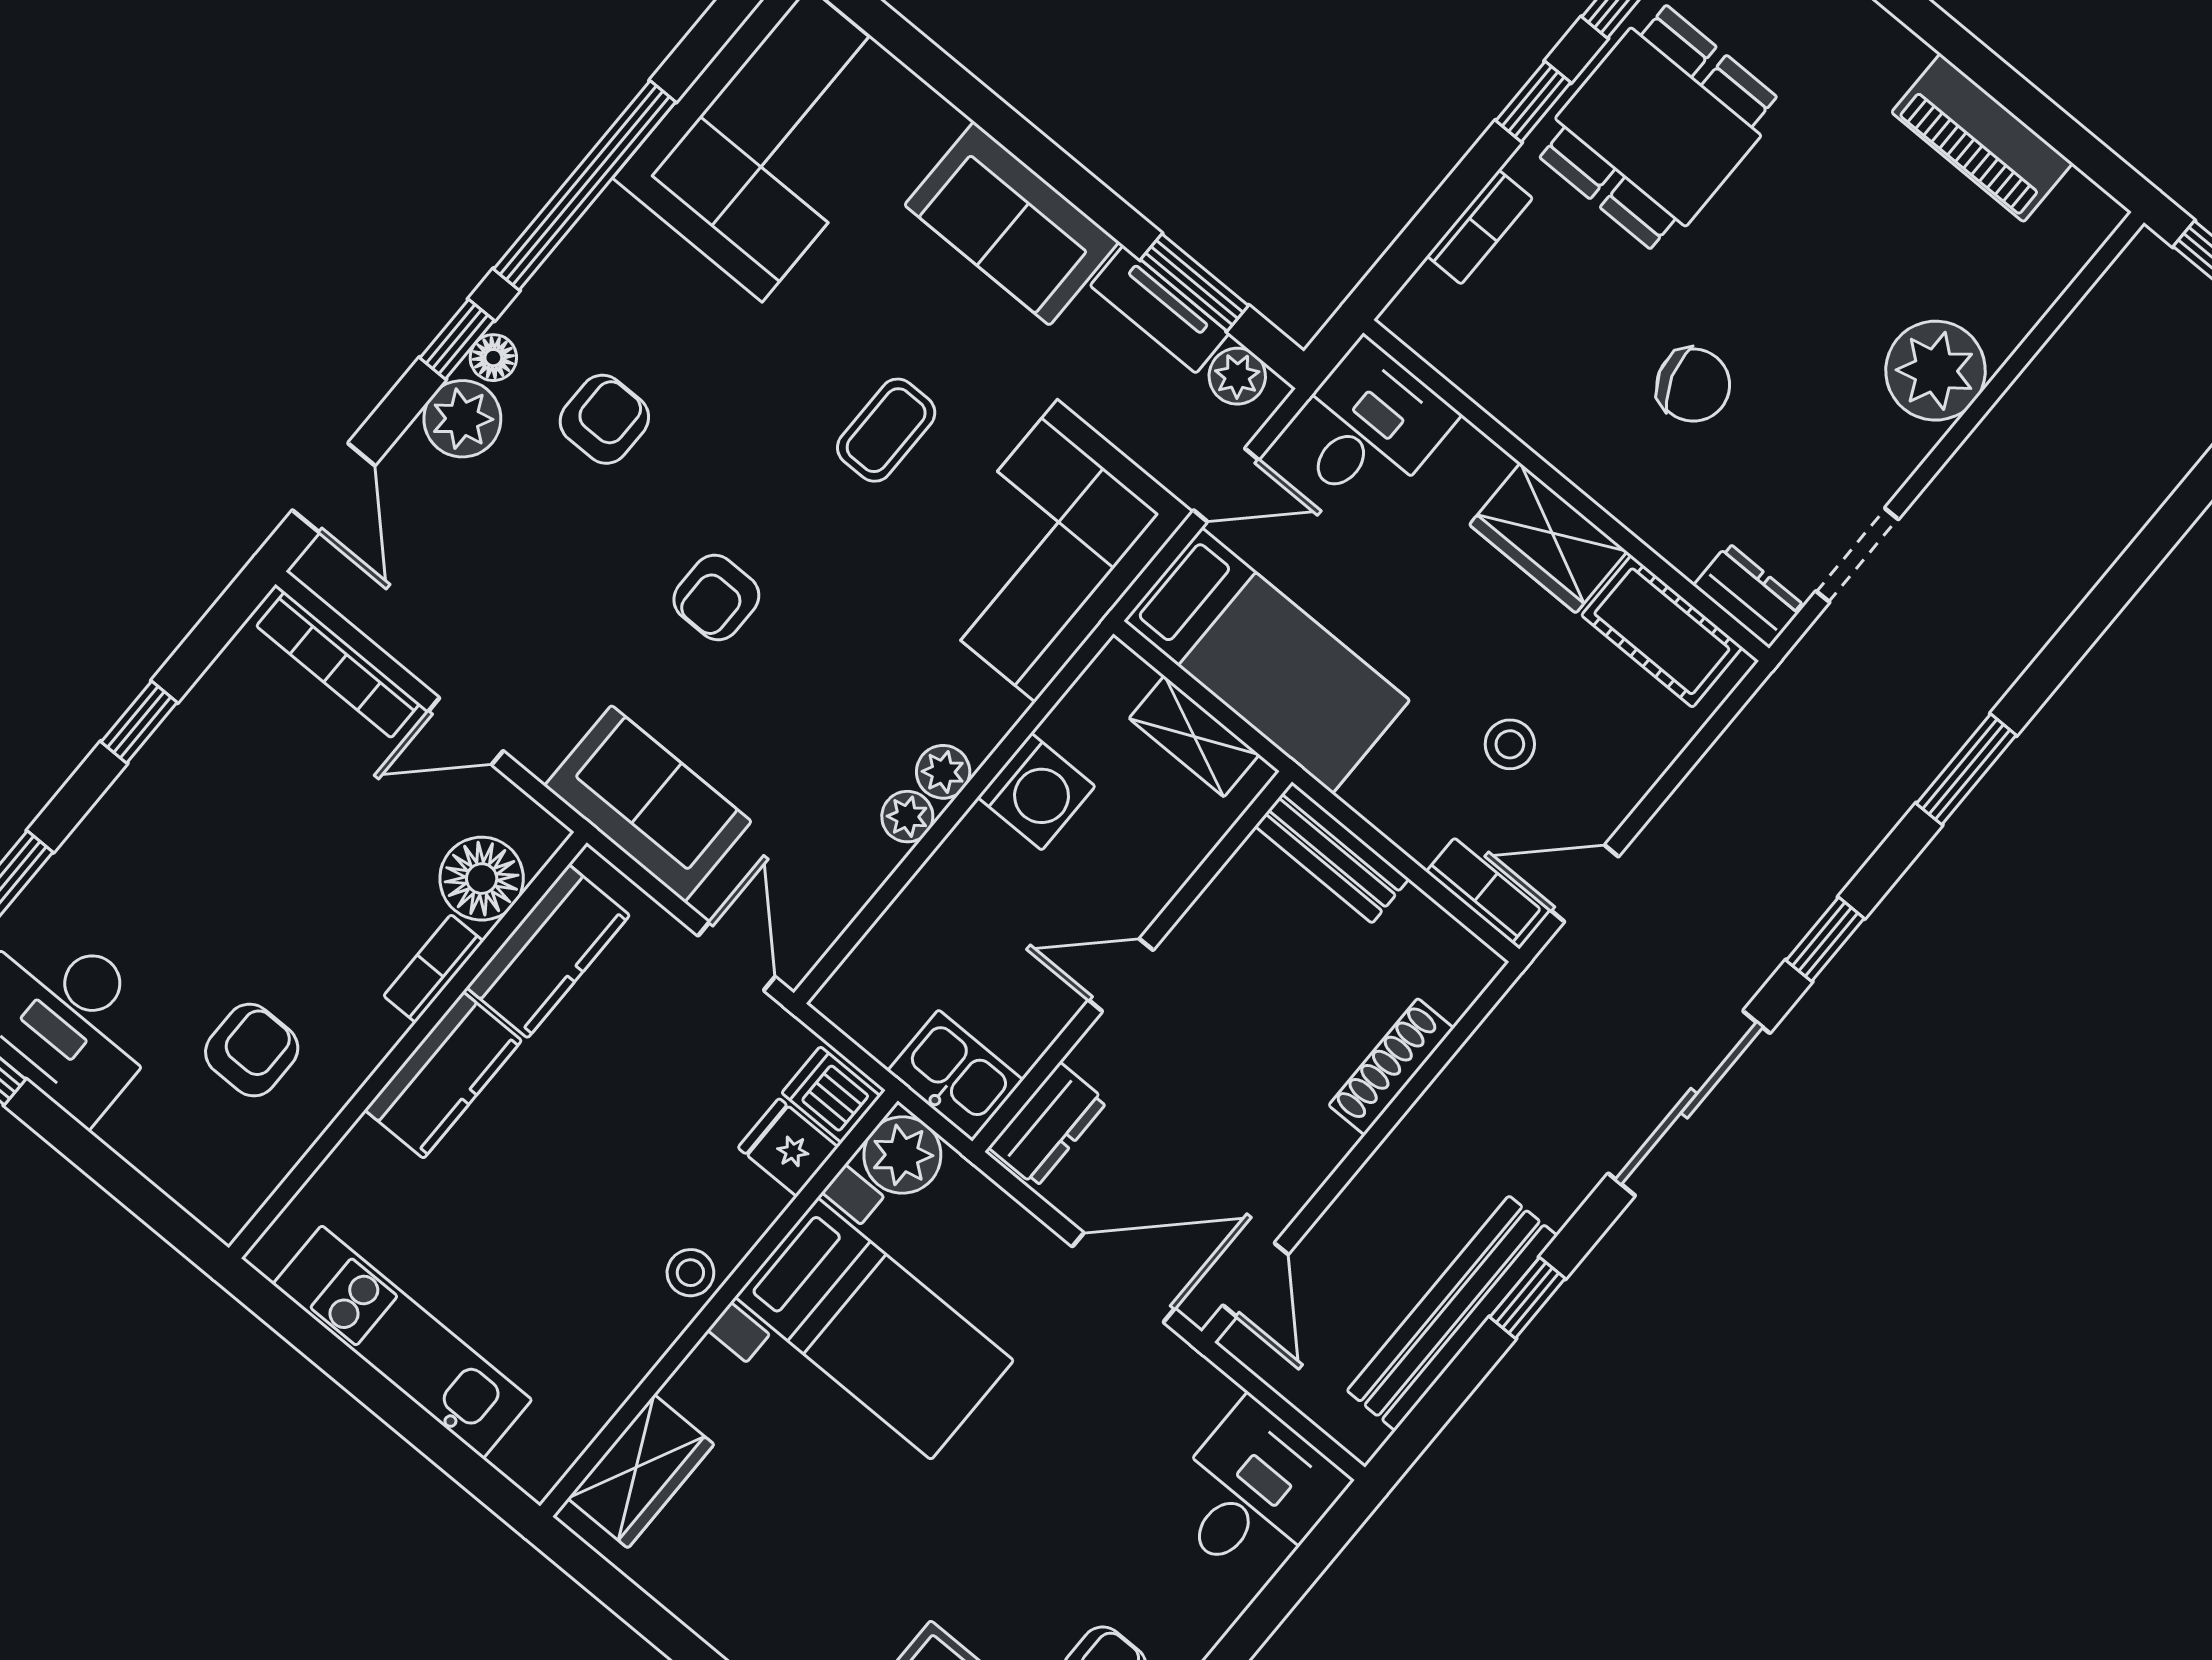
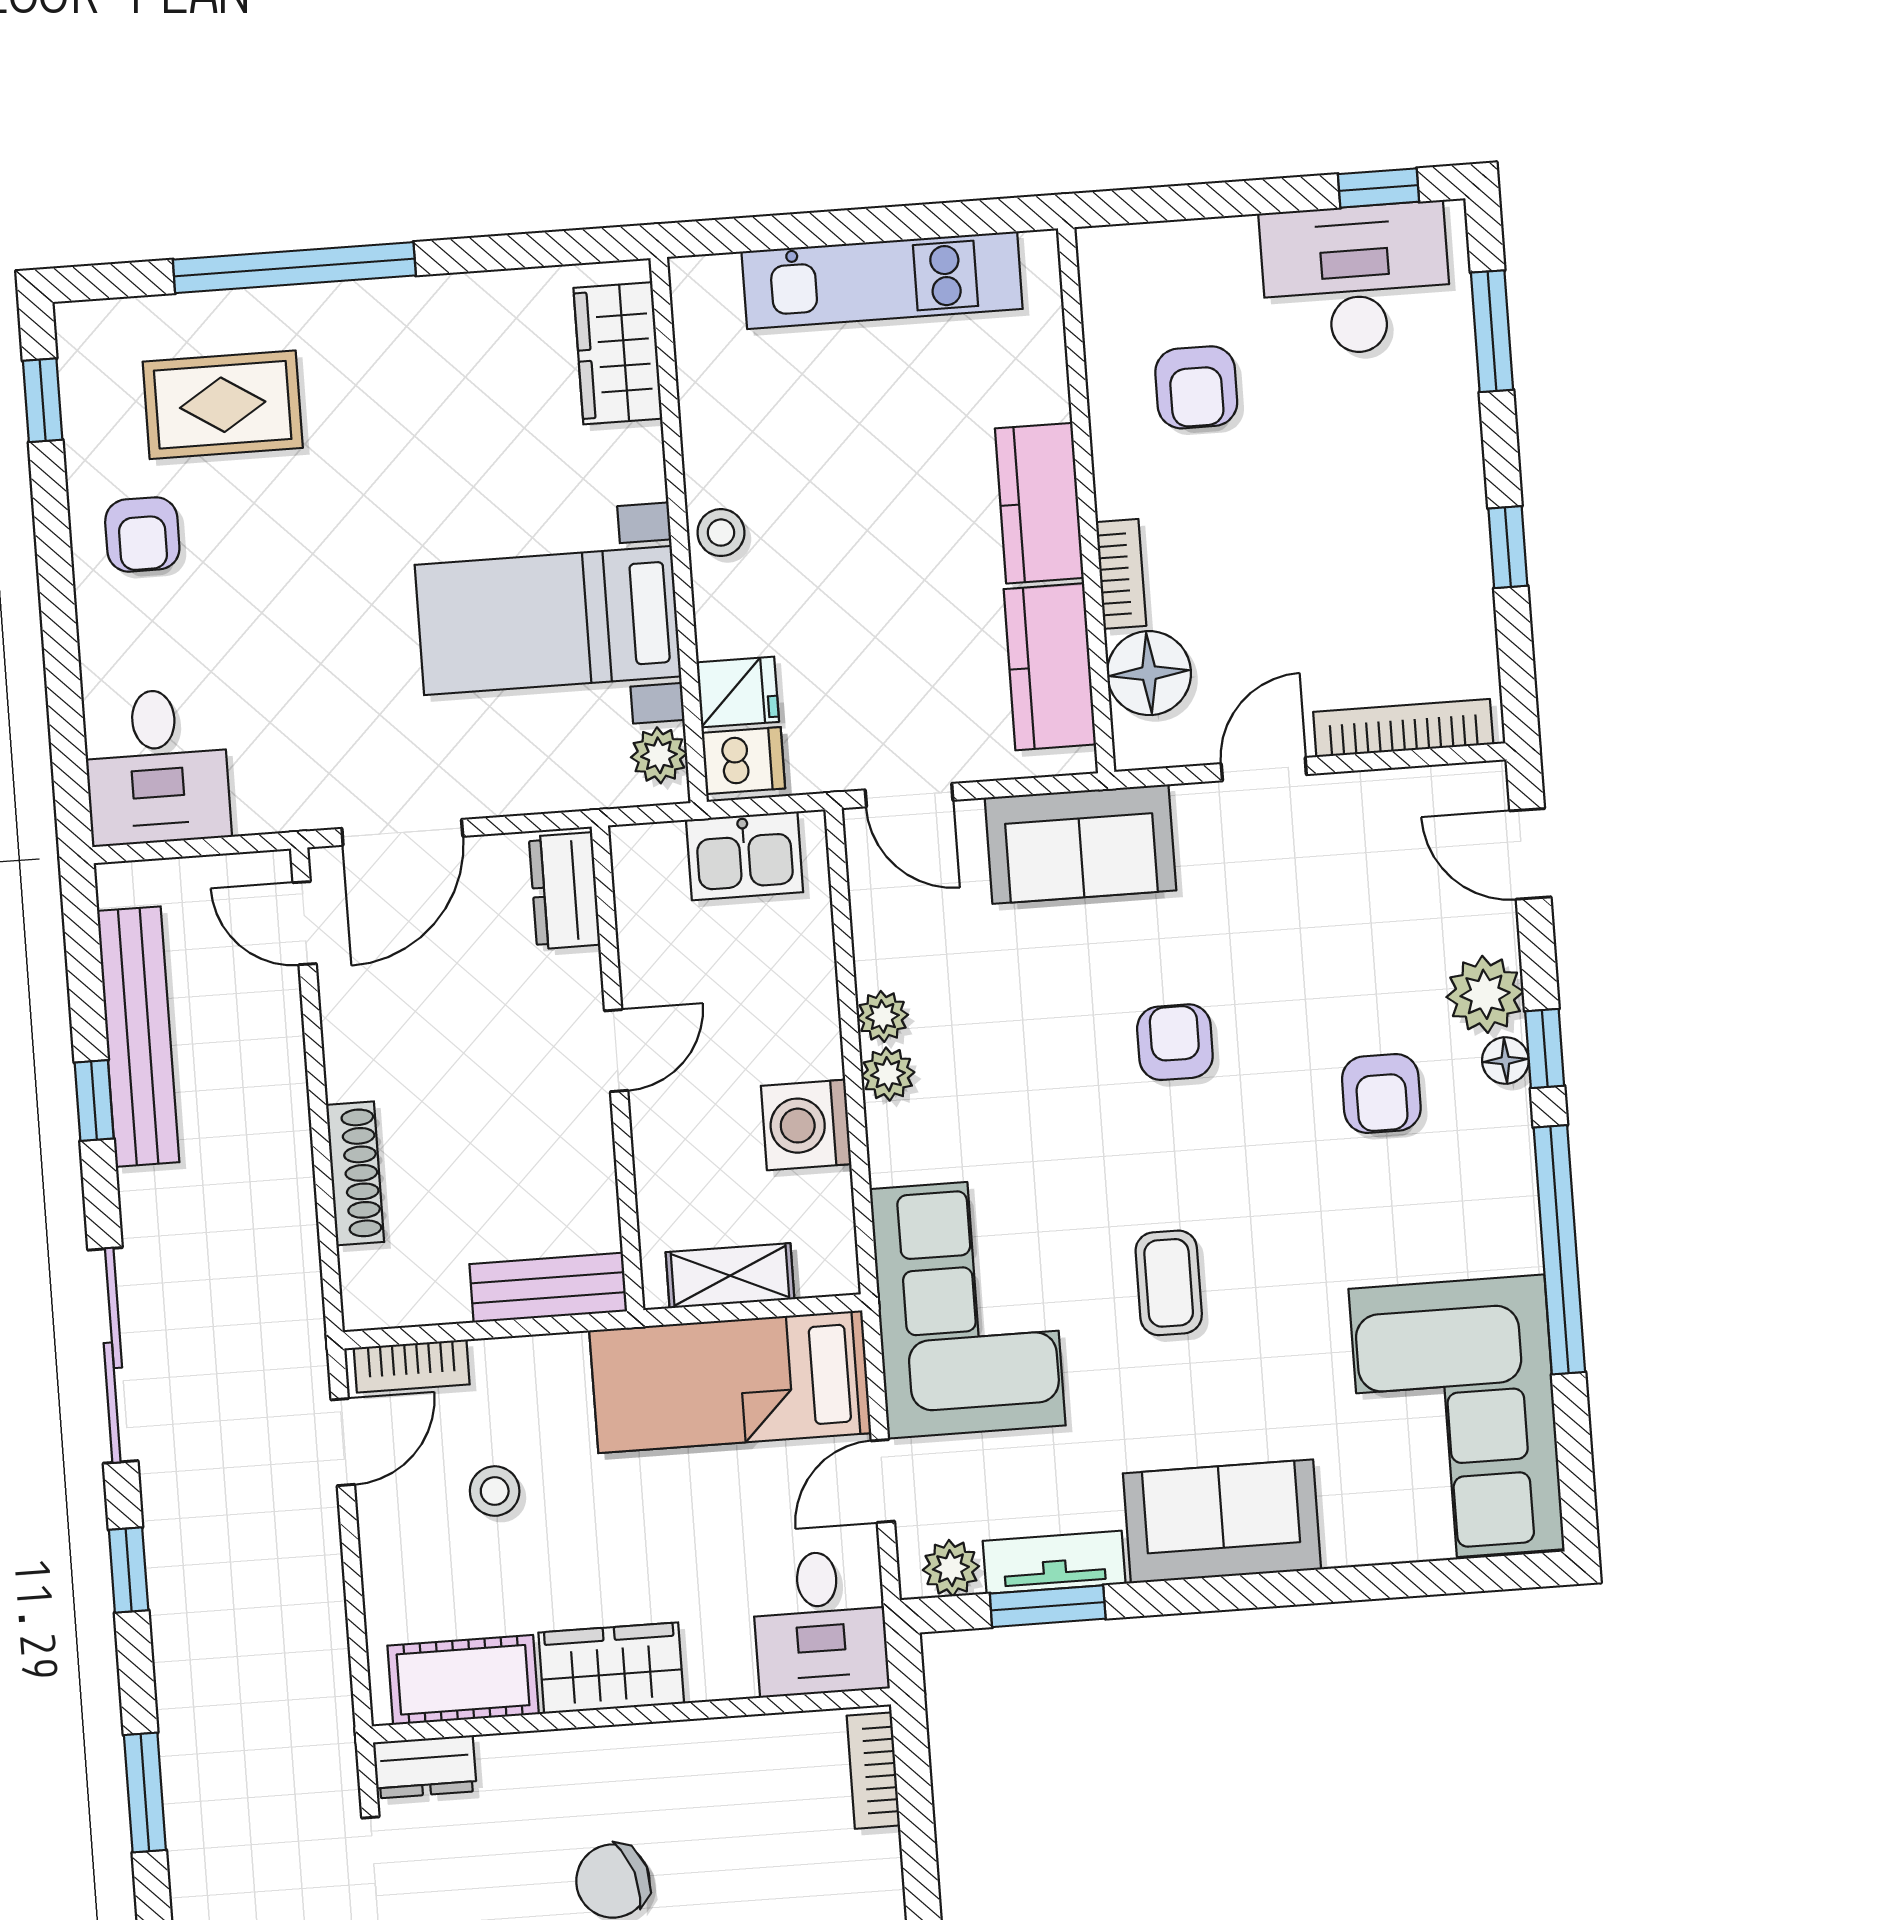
bookcase: (1480, 227) -> (873, 1771), moved
kitchen sink: (955, 1075) -> (745, 856), moved
plant: (902, 1155) -> (659, 755), width x0.73, depth x0.73

